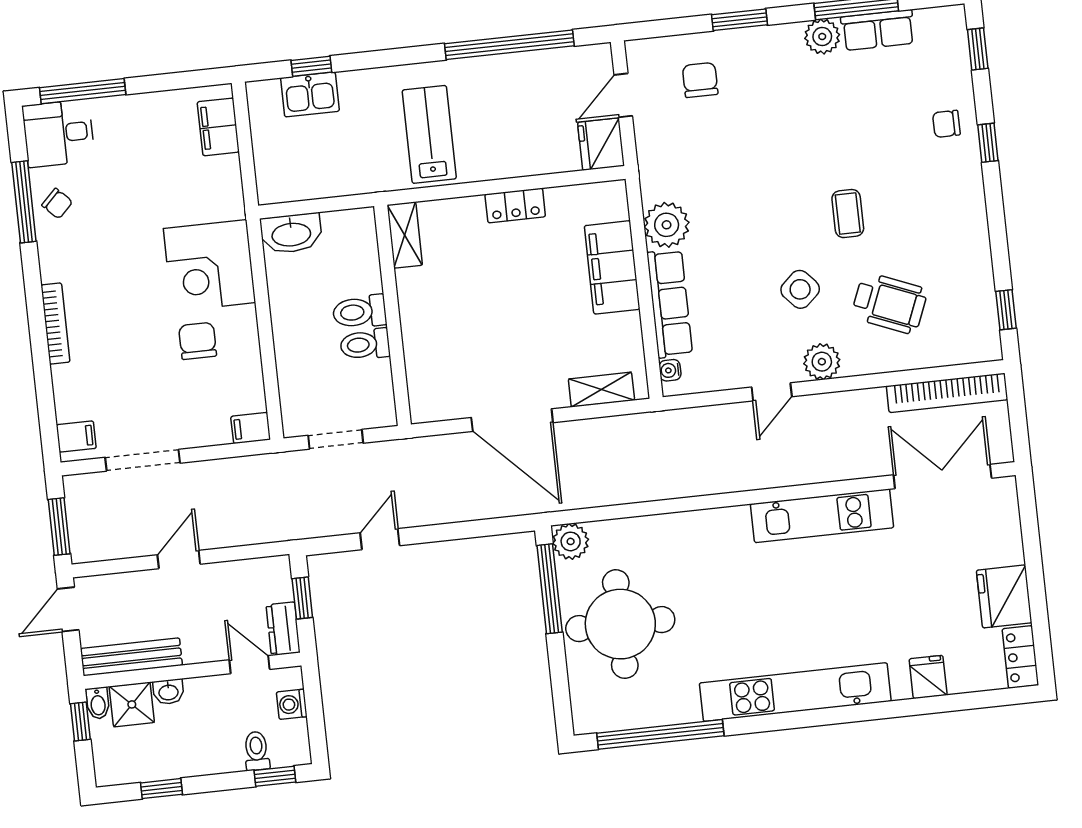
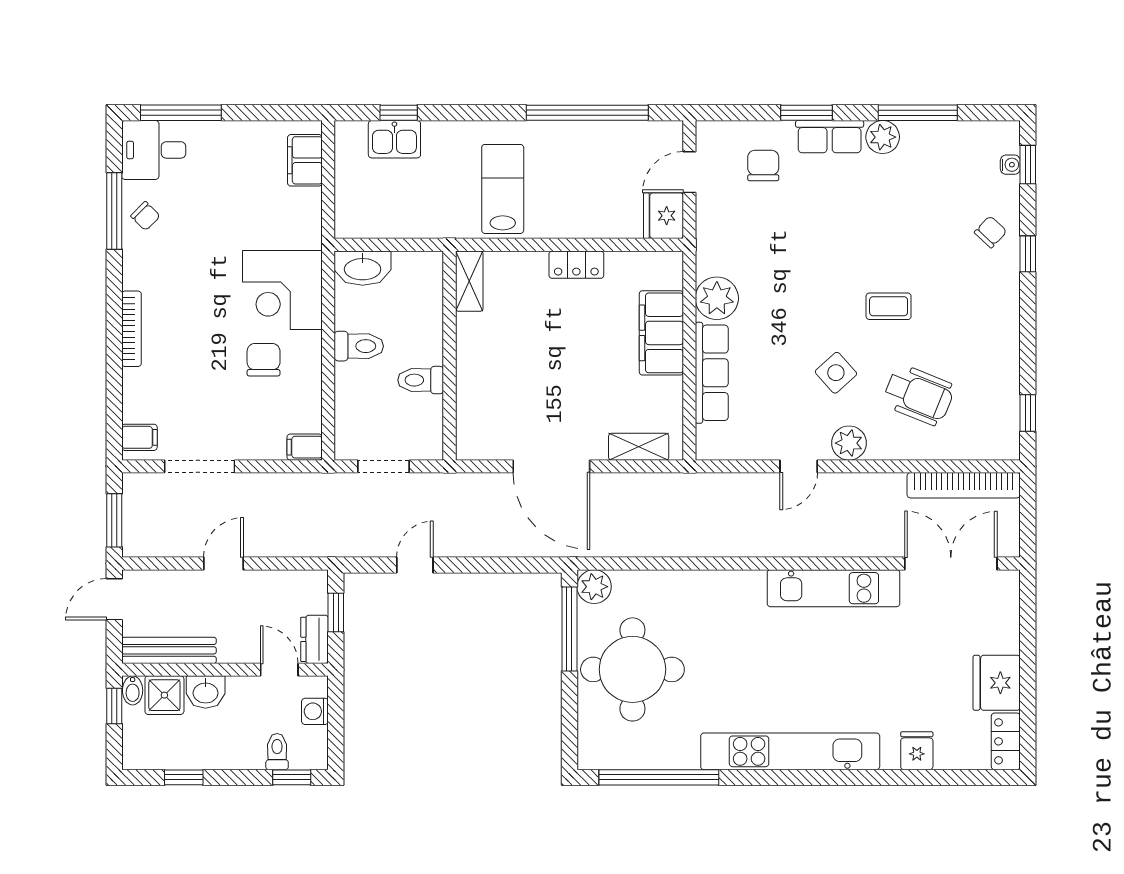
row of seats: (878, 30) -> (830, 137), moved
chair: (946, 124) -> (991, 232), turned 133
coffee table: (848, 214) -> (889, 306), turned 90
toilet: (360, 312) -> (359, 346), moved, turned 180
water cooler: (670, 370) -> (1010, 165), moved, turned 180
washbasin: (168, 692) -> (206, 692), width x1.38, depth x1.45

